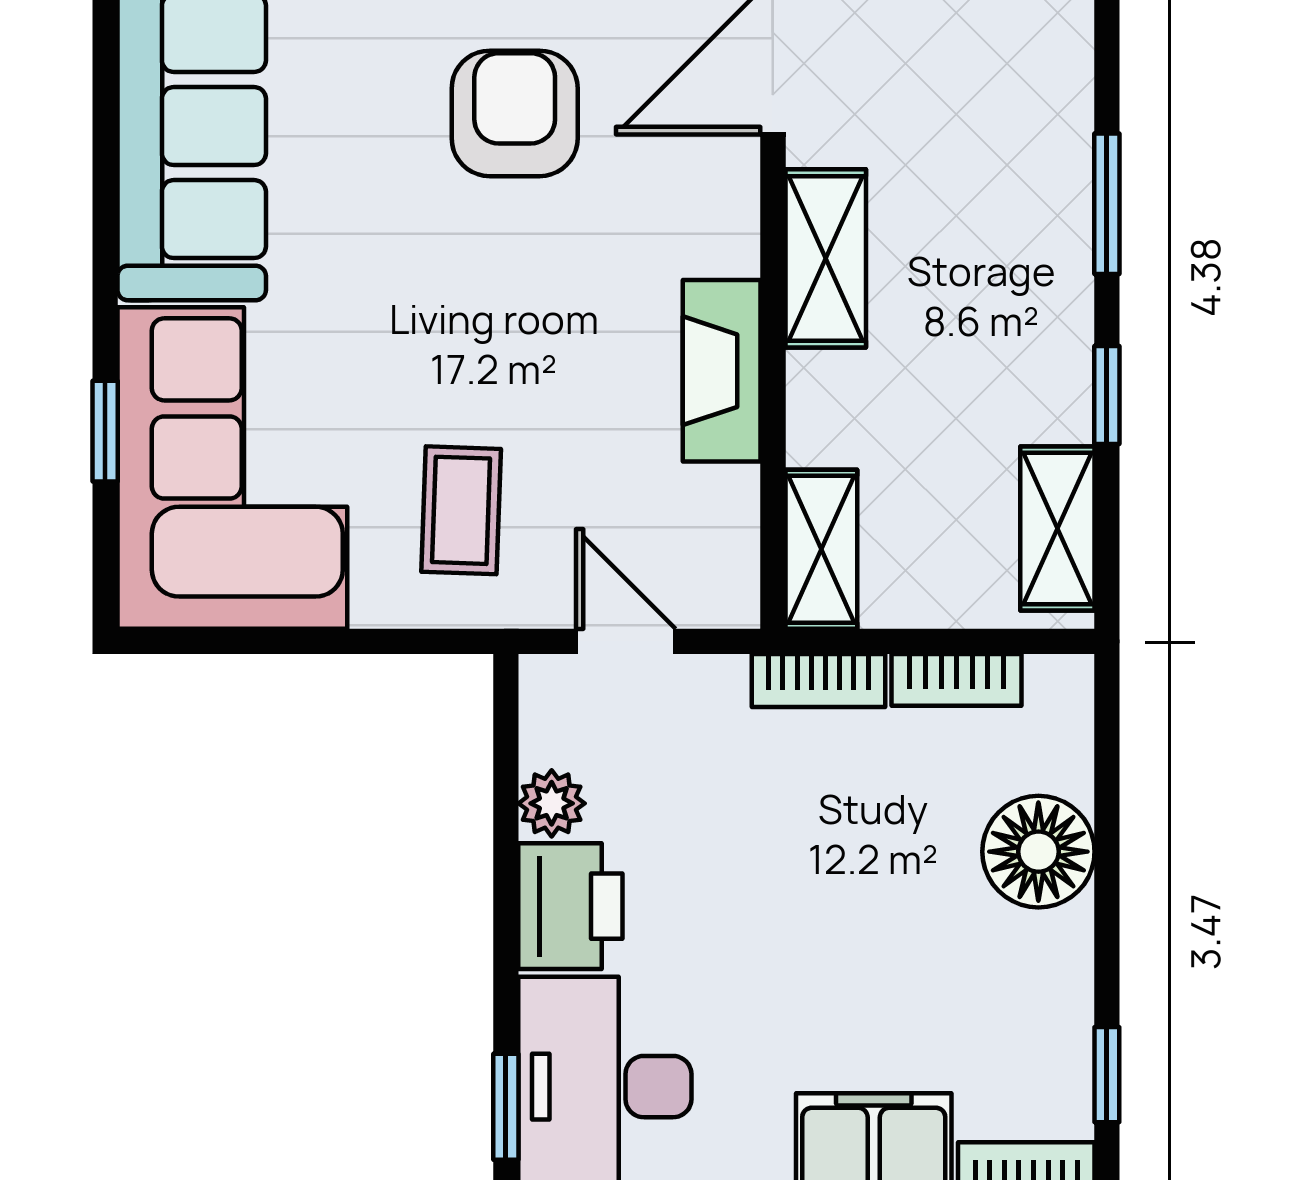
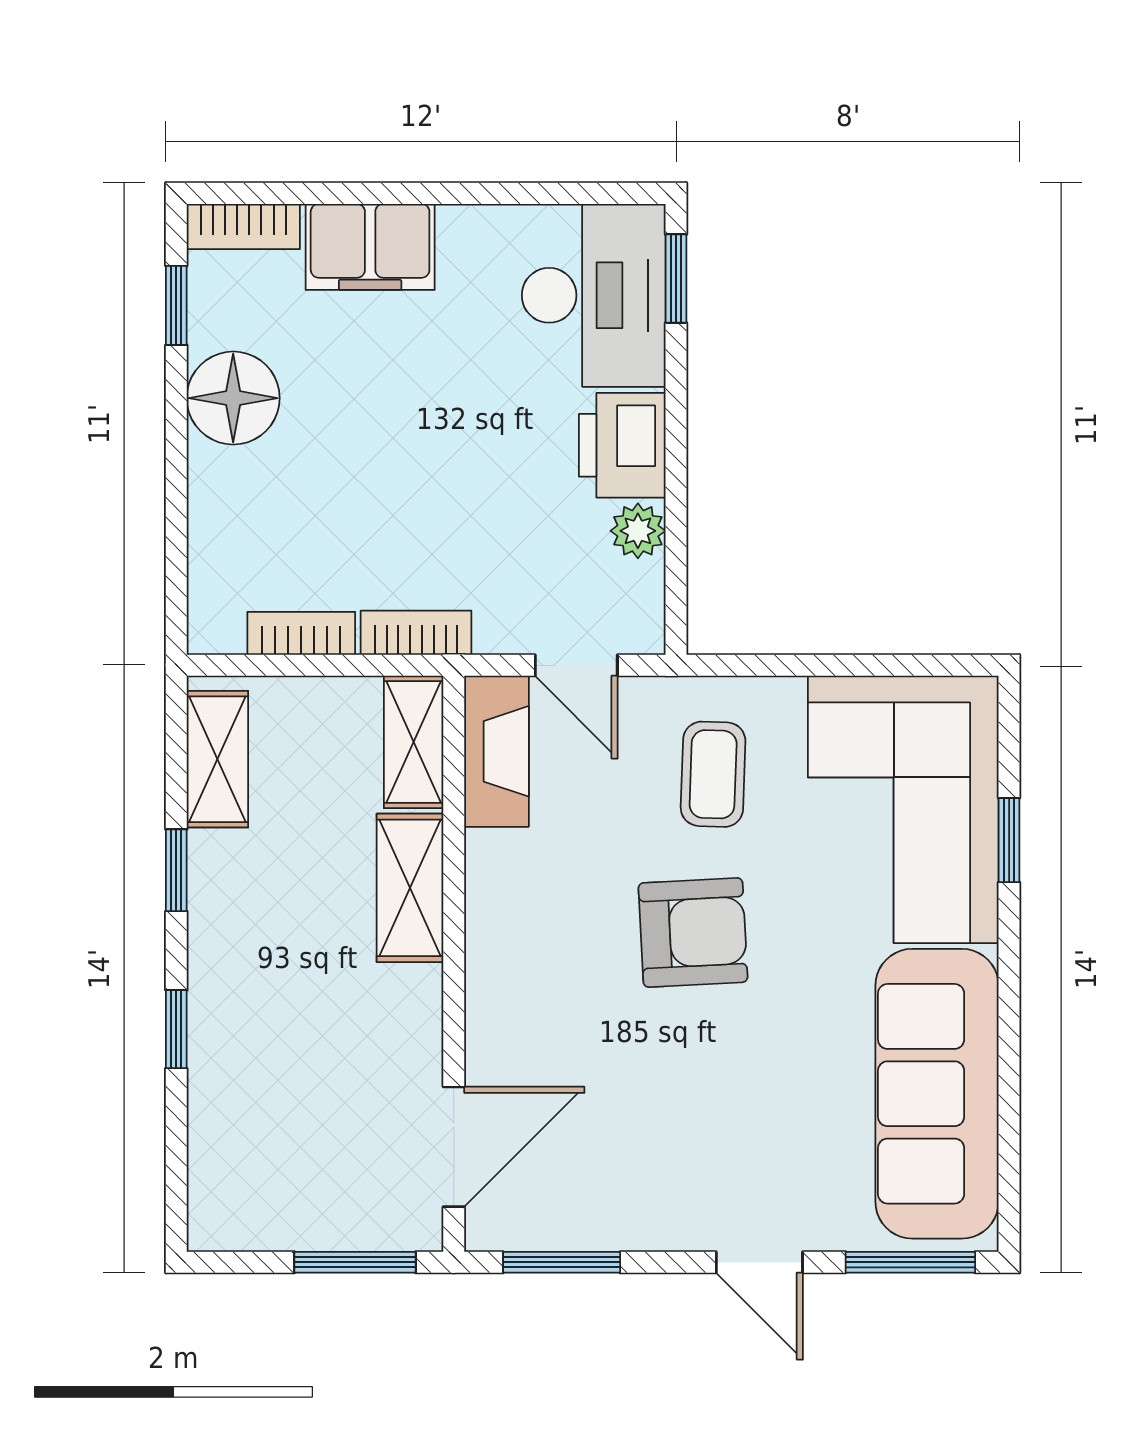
armchair: (515, 113) -> (693, 933), moved, turned -93
window: (1107, 204) -> (176, 1029), width x0.67
shelving: (826, 258) -> (410, 888), moved
fireplace: (722, 371) -> (497, 751), moved
floor lamp: (1038, 852) -> (233, 398), moved

